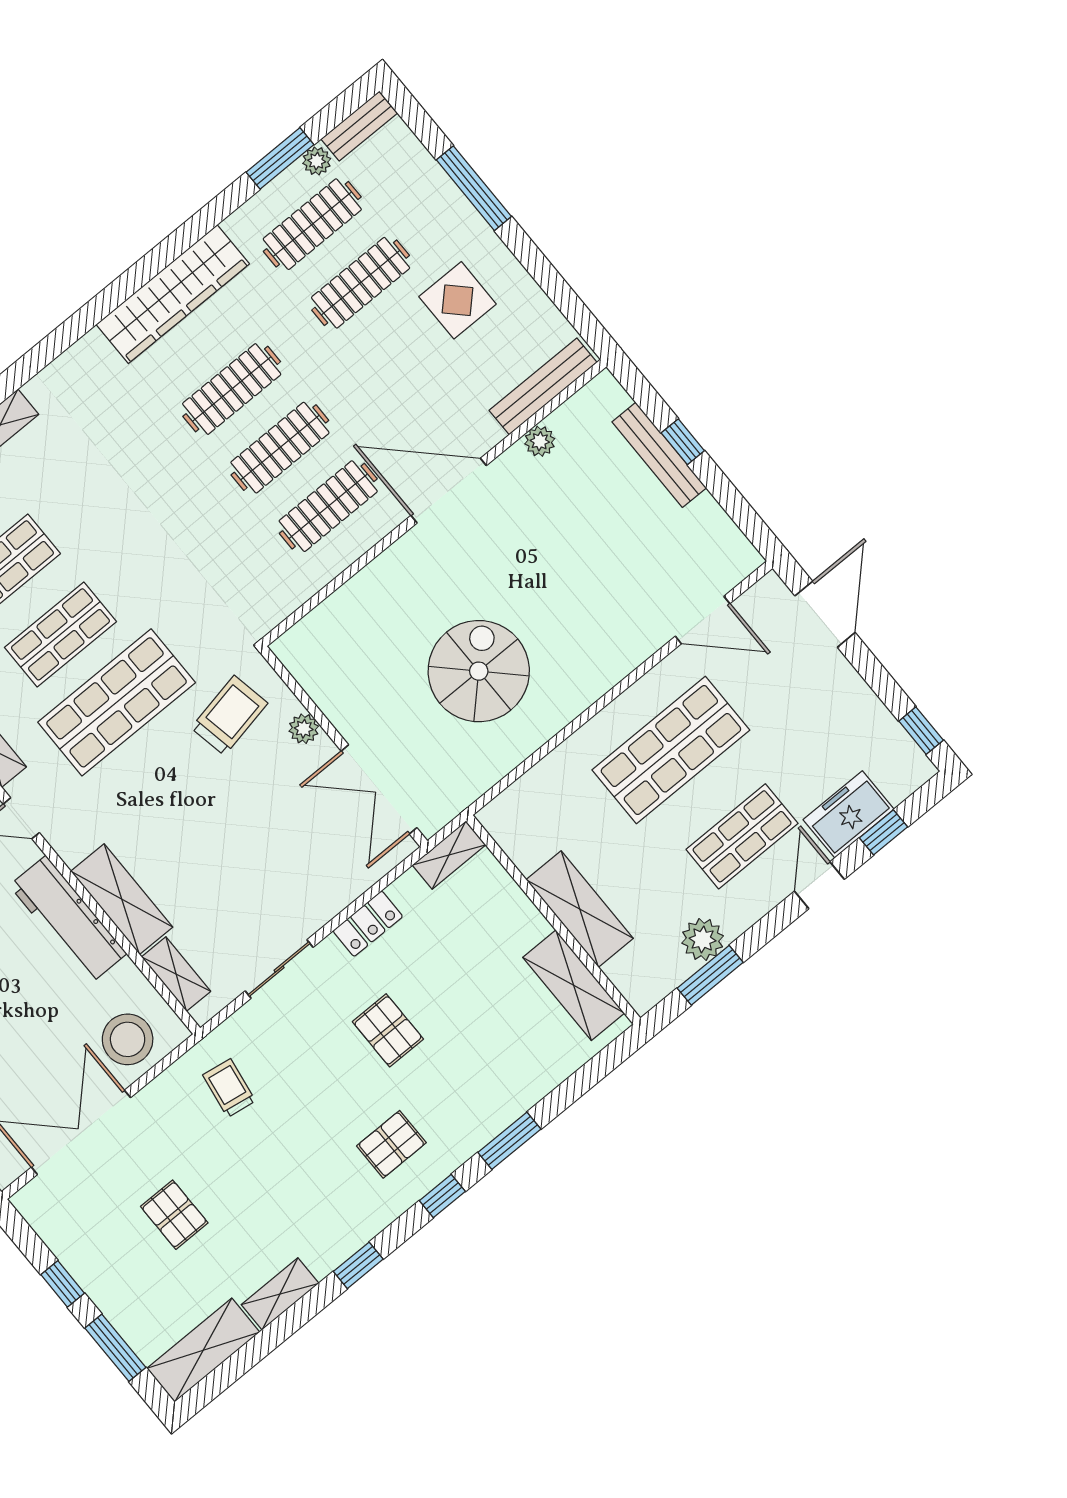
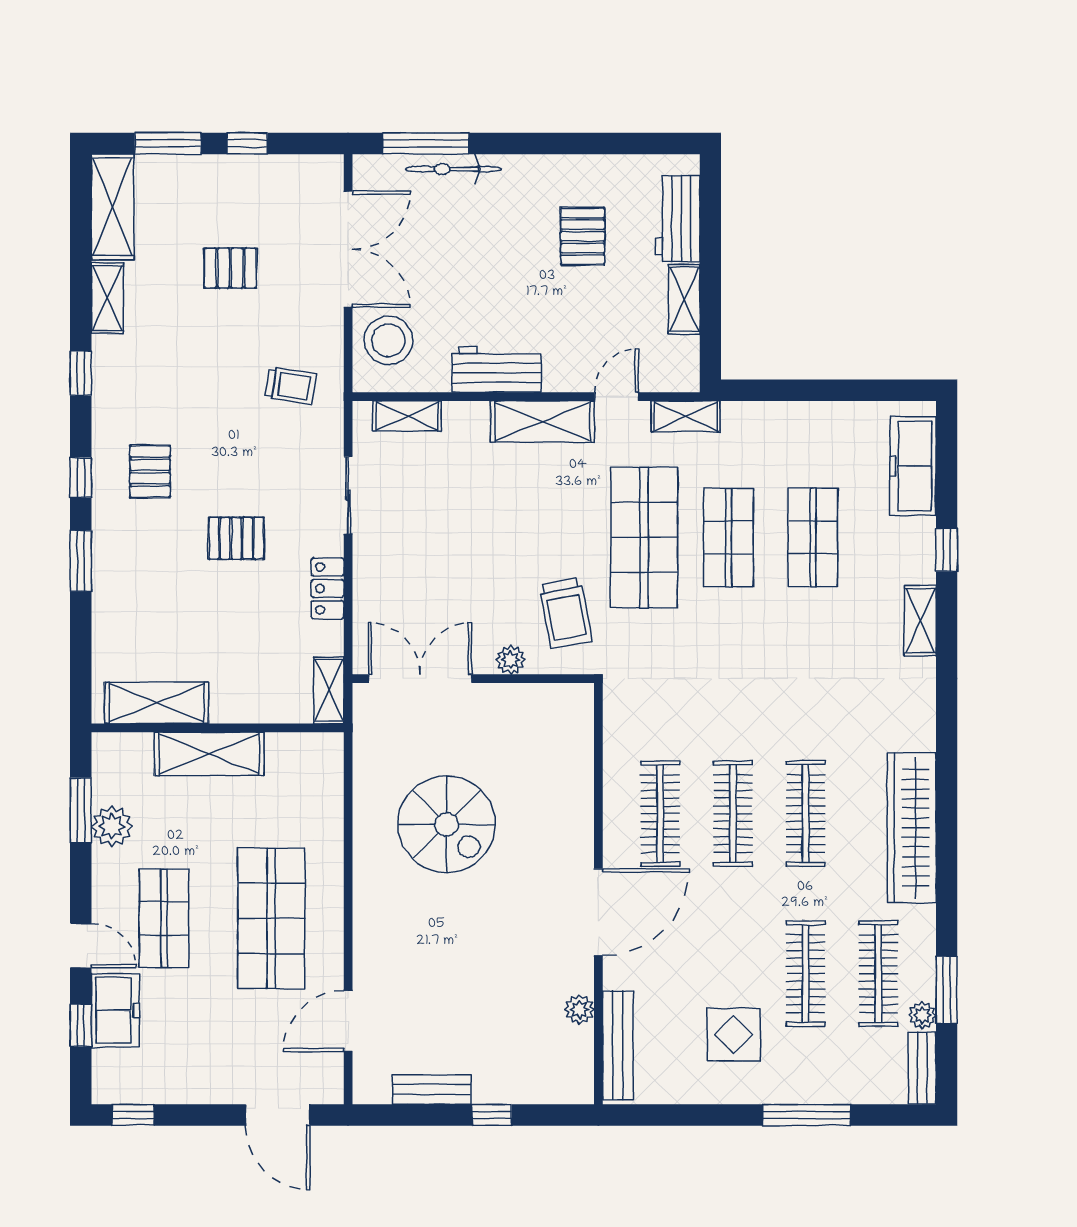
bench: (659, 455) -> (432, 1089), moved, width x0.73
shelving: (122, 899) -> (542, 422), moved
workbench: (68, 920) -> (496, 369), width x0.73

